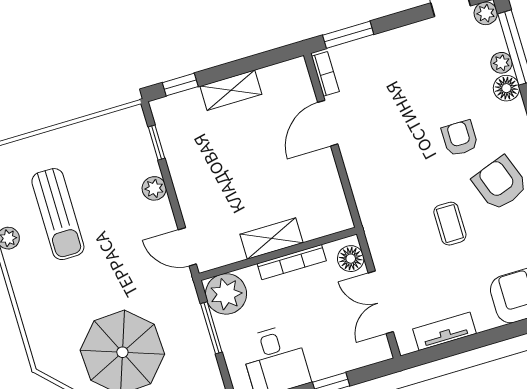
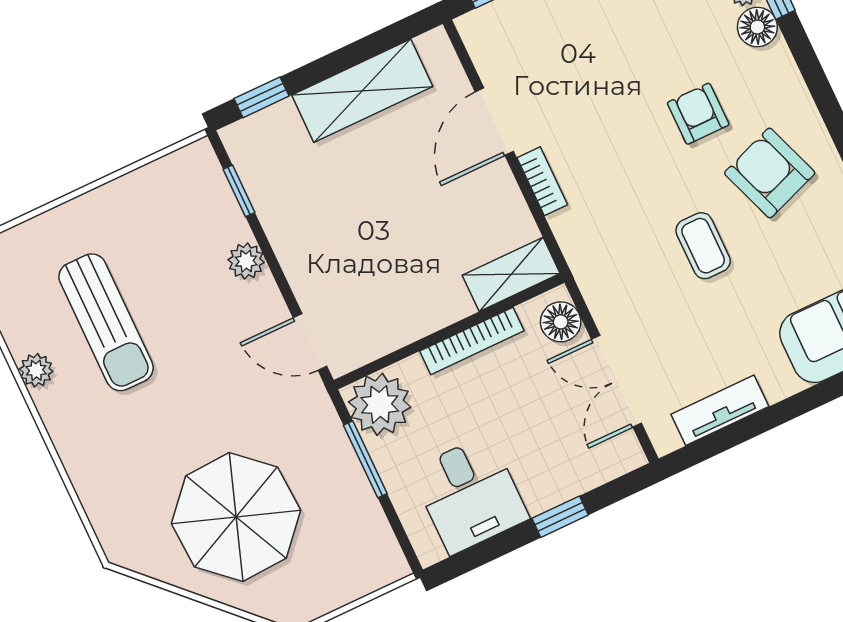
bookcase: (325, 74) -> (542, 181), moved
shelving: (231, 90) -> (362, 91), width x1.50, depth x1.33
shelving: (272, 239) -> (511, 274), moved

